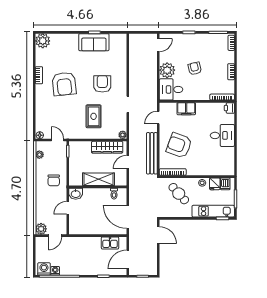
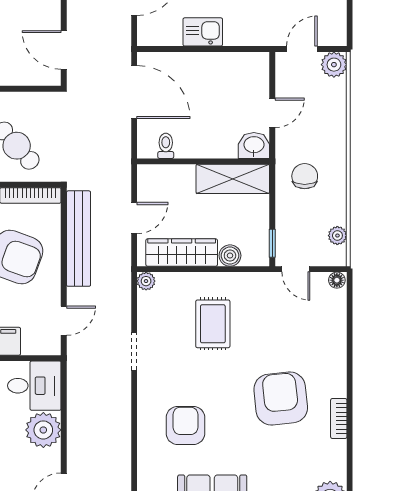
armchair: (102, 84) -> (185, 425), moved, turned 180
boiler: (86, 146) -> (230, 256), added
shelving: (99, 179) -> (233, 179), moved
kitchen sink: (110, 243) -> (203, 32), moved

